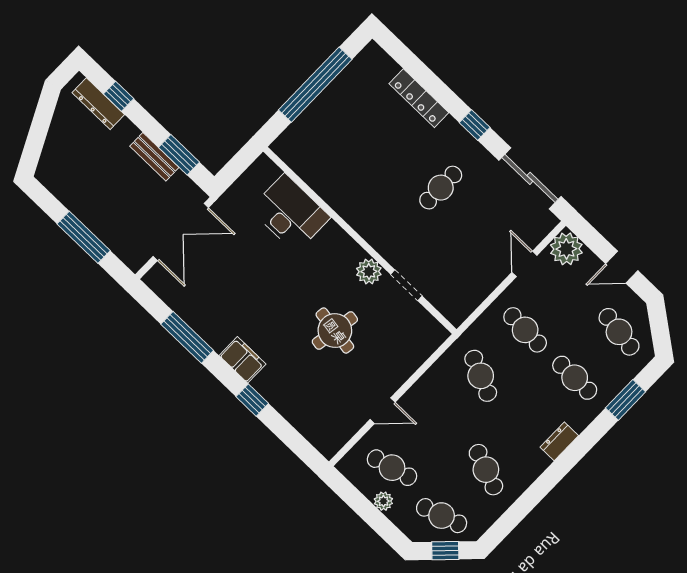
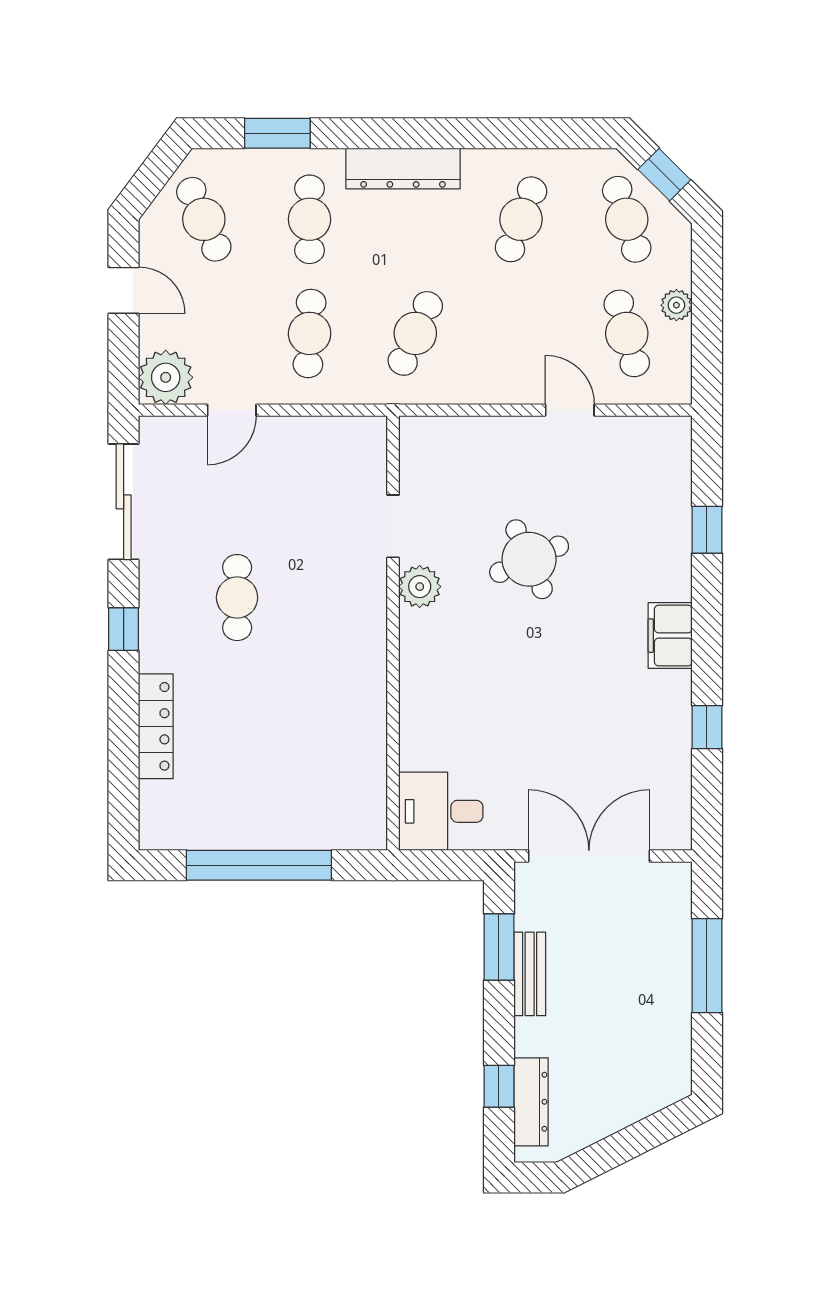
cafe table: (441, 188) -> (237, 598), turned 90
desk: (290, 213) -> (441, 811), moved, width x0.73
round table: (335, 331) -> (529, 559), turned -33
cafe table: (619, 332) -> (204, 219), turned -33
window: (187, 337) -> (707, 727), width x0.46
window: (252, 400) -> (707, 530), moved
dresser: (559, 441) -> (403, 169), width x1.96, depth x1.24

